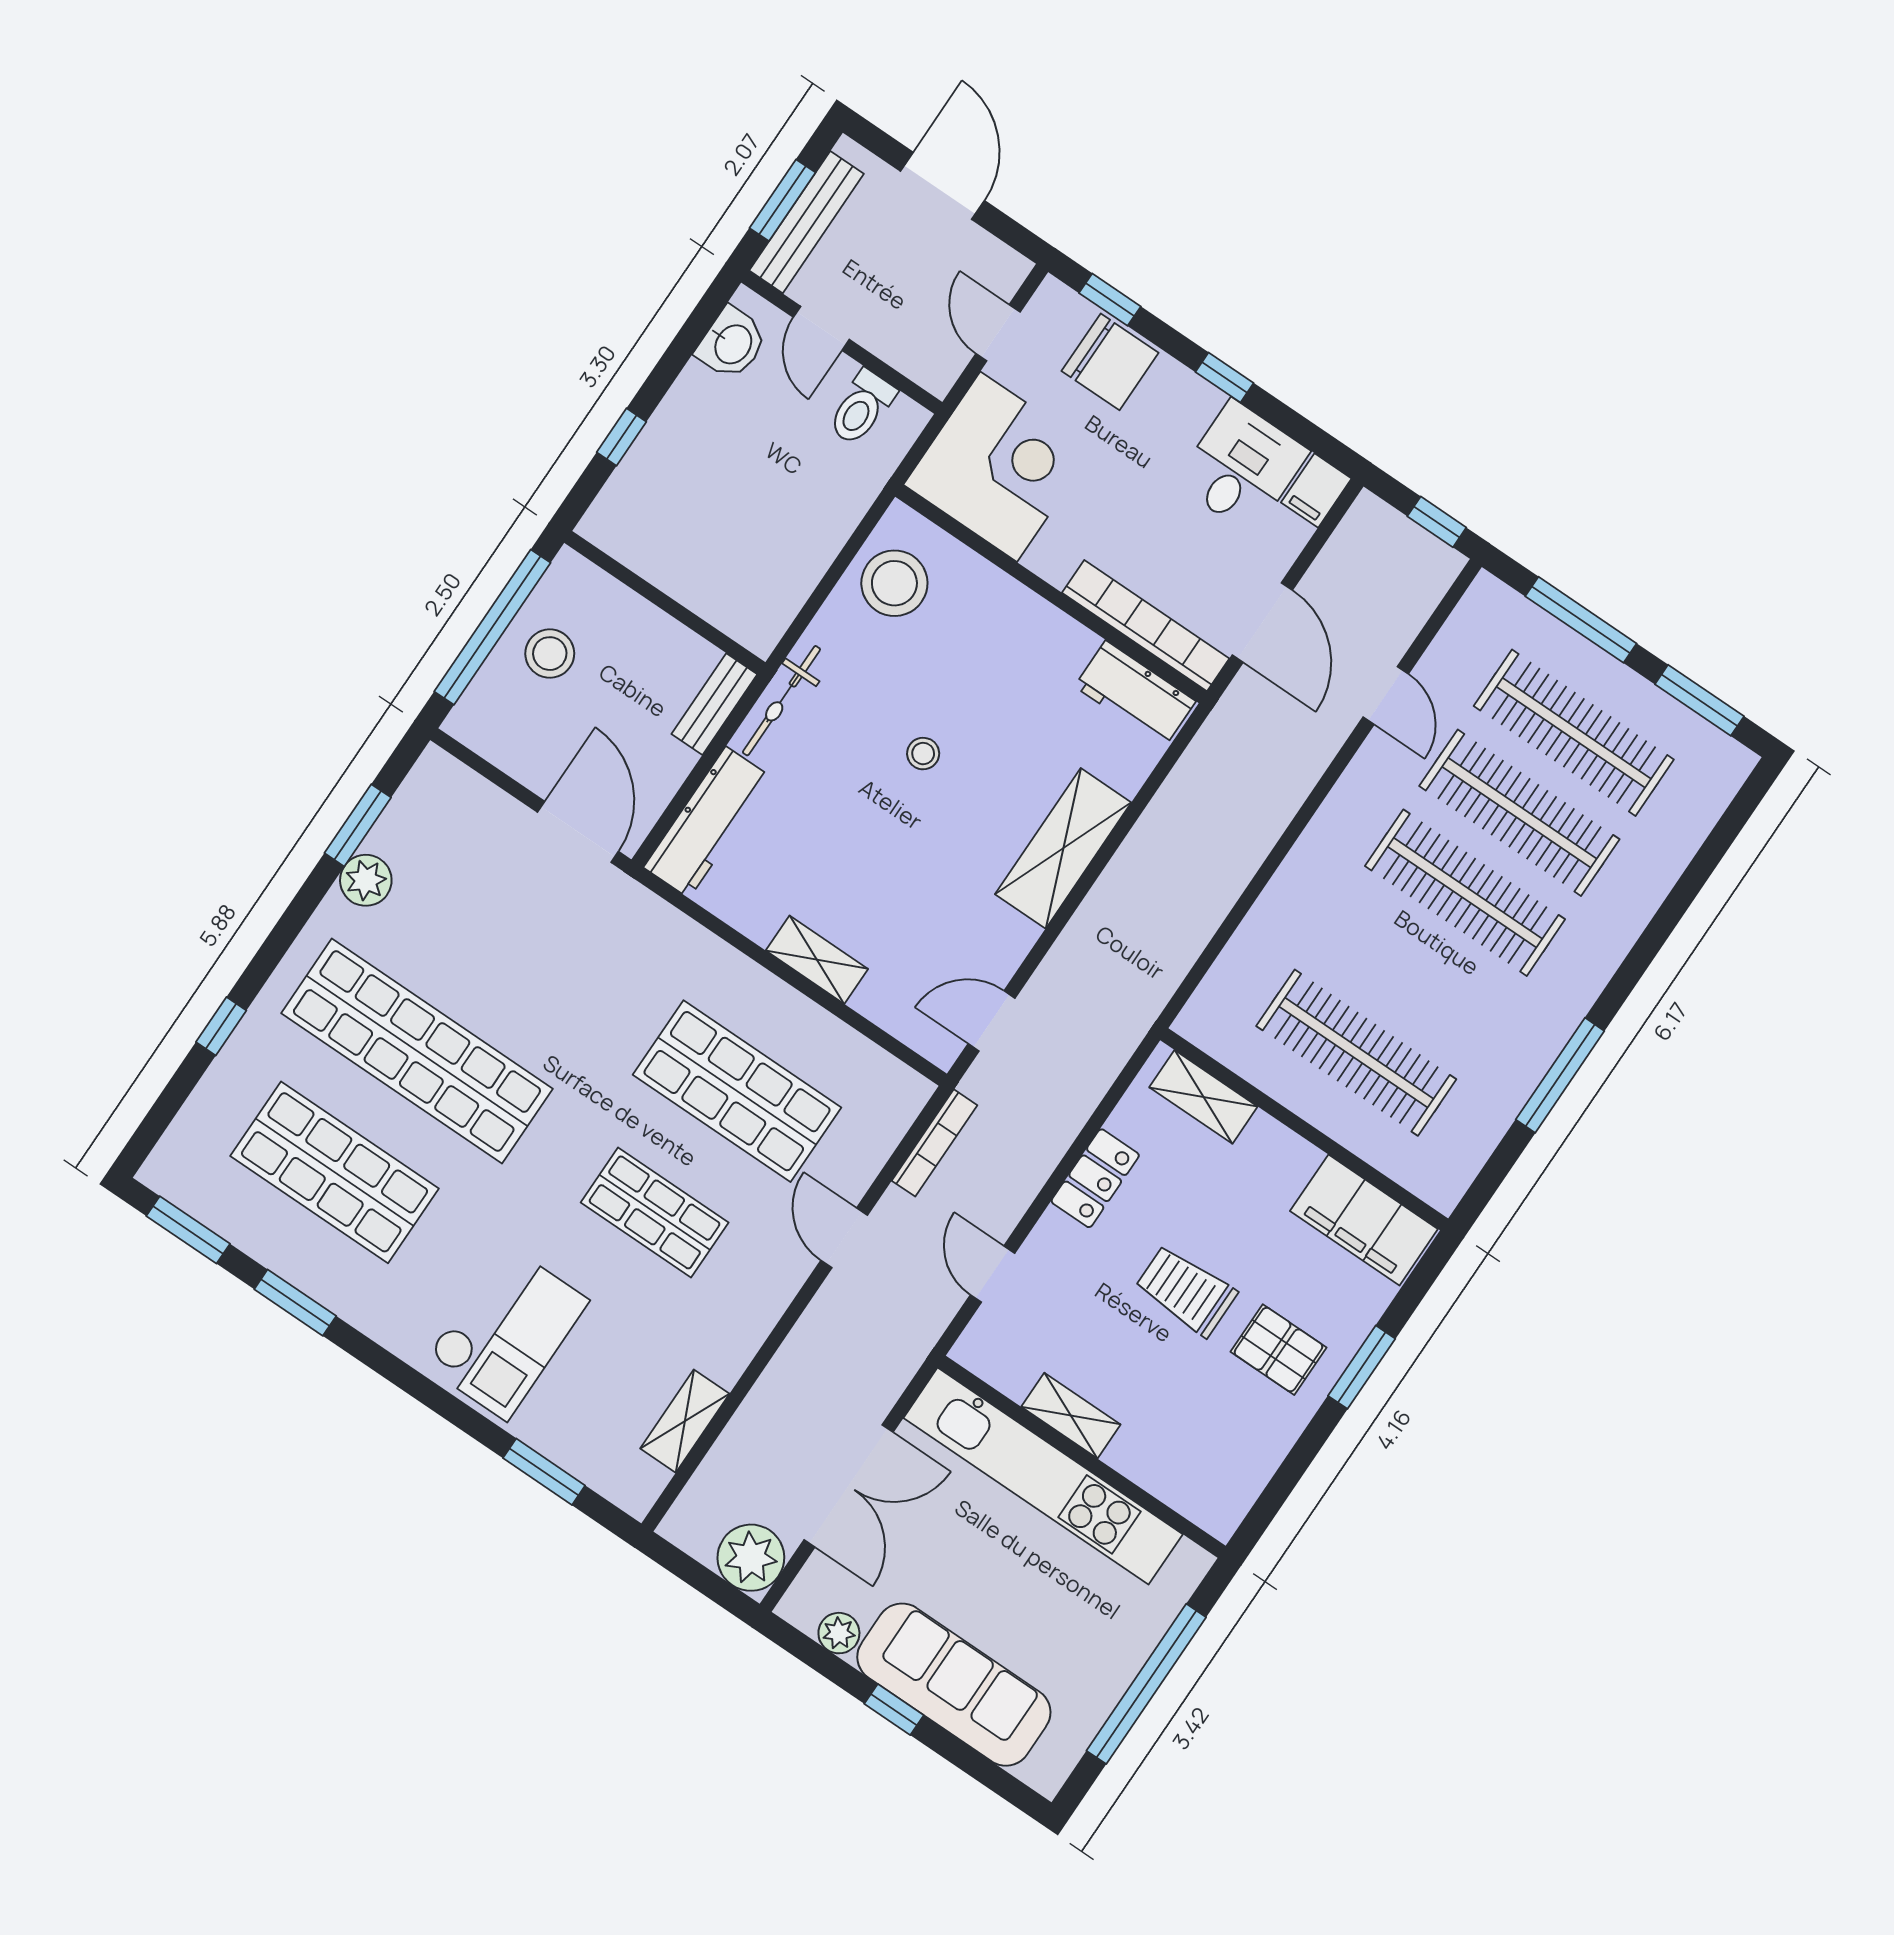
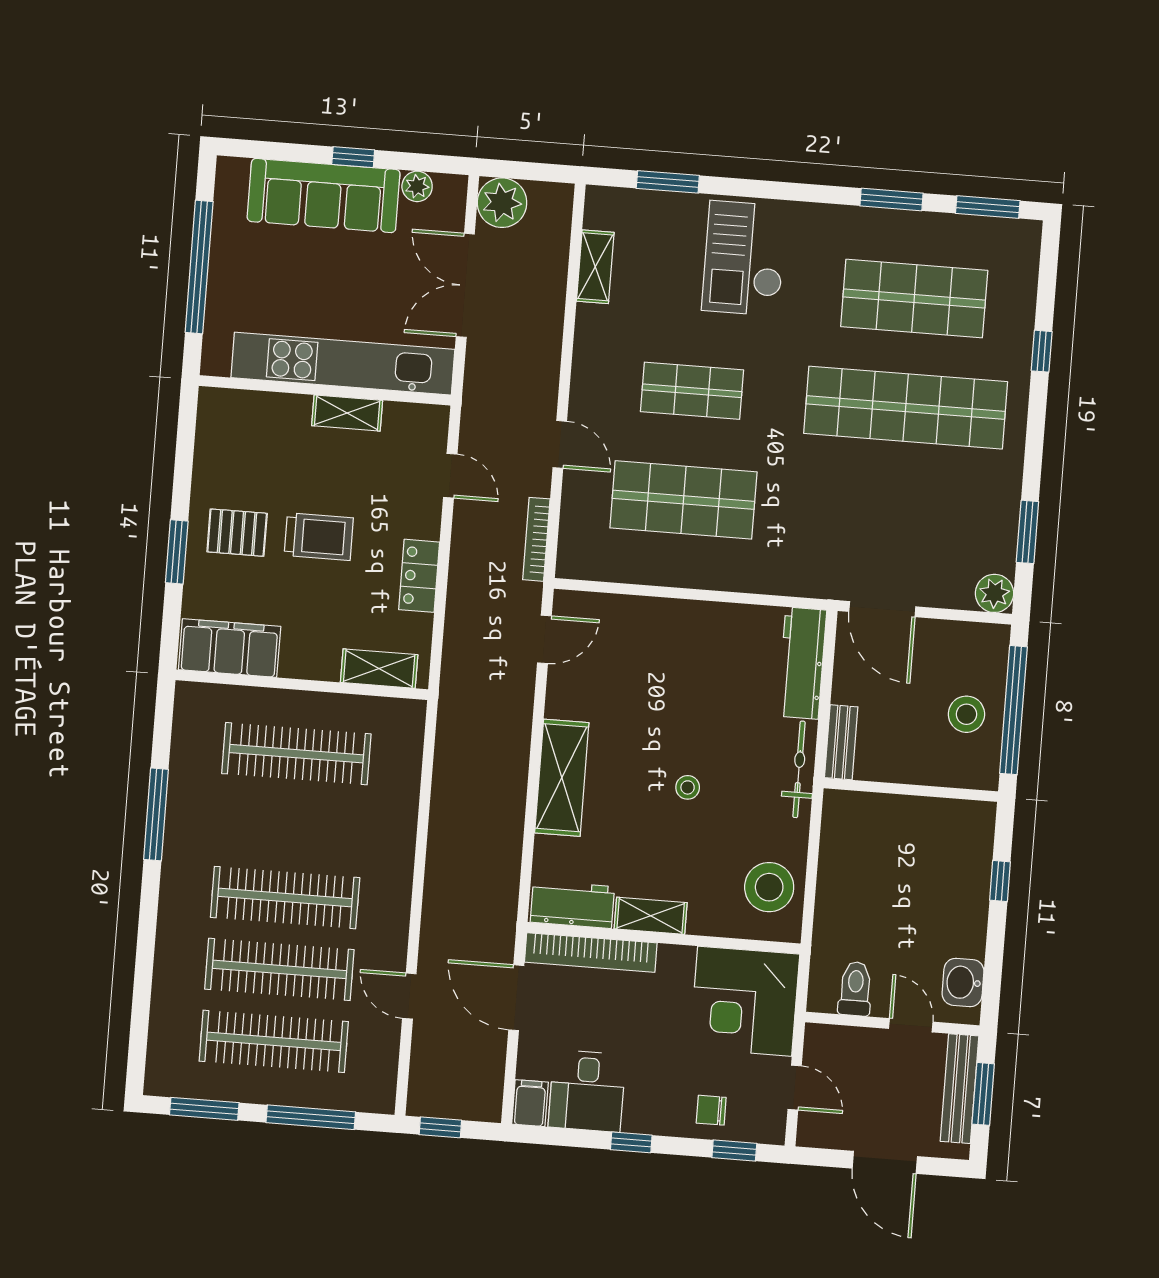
chair: (1110, 362) -> (711, 1110), width x0.54, depth x0.54
plant: (366, 880) -> (994, 593), moved
shelving: (817, 960) -> (651, 916), moved

